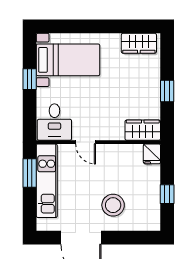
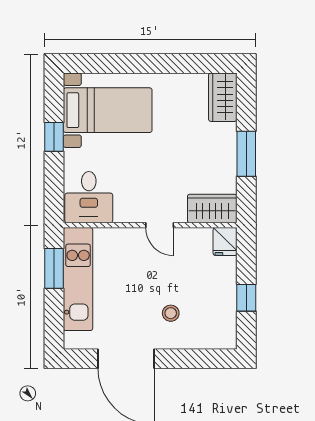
wardrobe: (139, 43) -> (223, 97), moved, turned 90
window: (167, 91) -> (246, 154), width x1.50
door: (86, 142) -> (160, 225), moved
stool: (113, 205) -> (171, 313), width x0.53, depth x0.53

